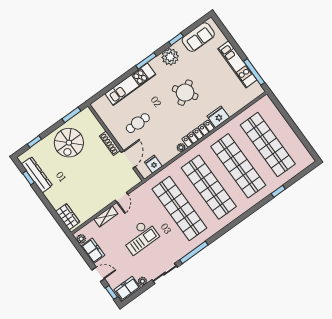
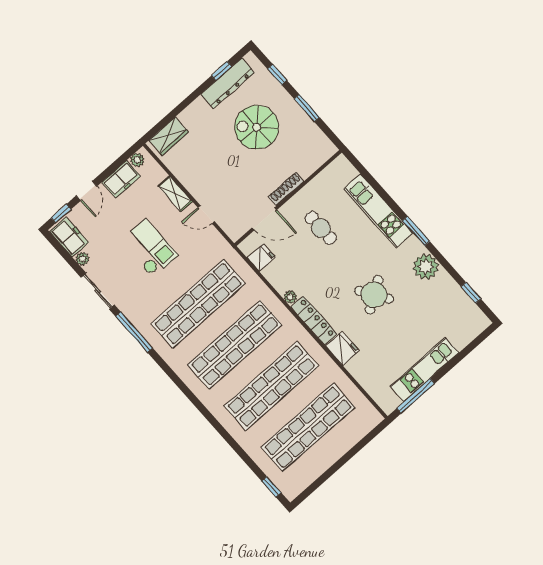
sofa: (198, 37) -> (460, 306), removed
window: (176, 39) -> (471, 293), moved
window: (71, 115) -> (307, 108), moved
spiral stairs: (69, 143) -> (257, 127), moved
window: (278, 191) -> (271, 487), moved
checkout: (140, 237) -> (149, 248), turned 180

